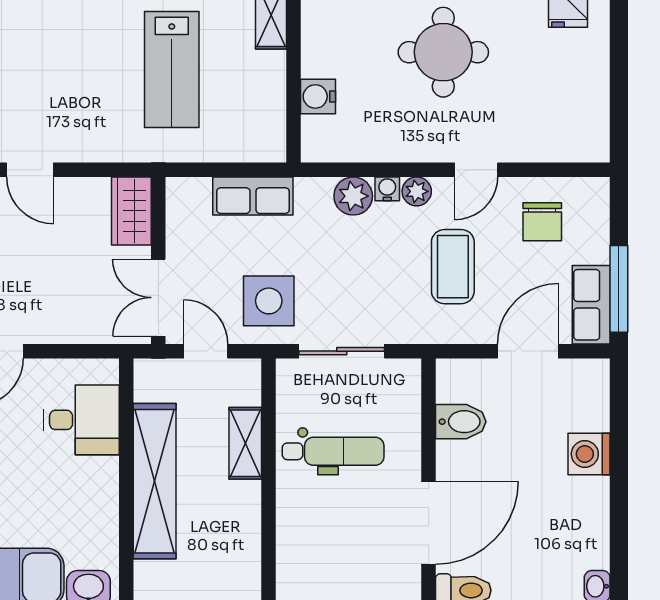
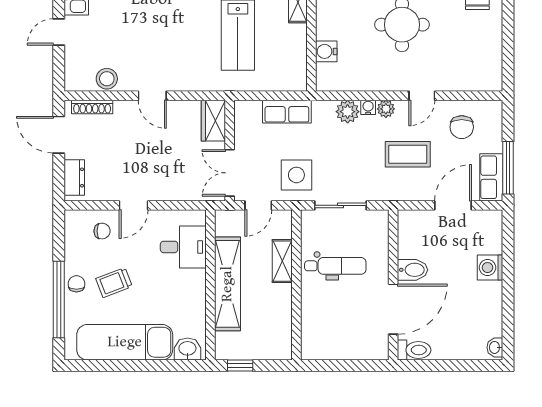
coffee table: (453, 267) -> (408, 154), turned 90
door: (206, 351) -> (258, 205), swing flipped
bidet: (461, 422) -> (413, 270), moved

